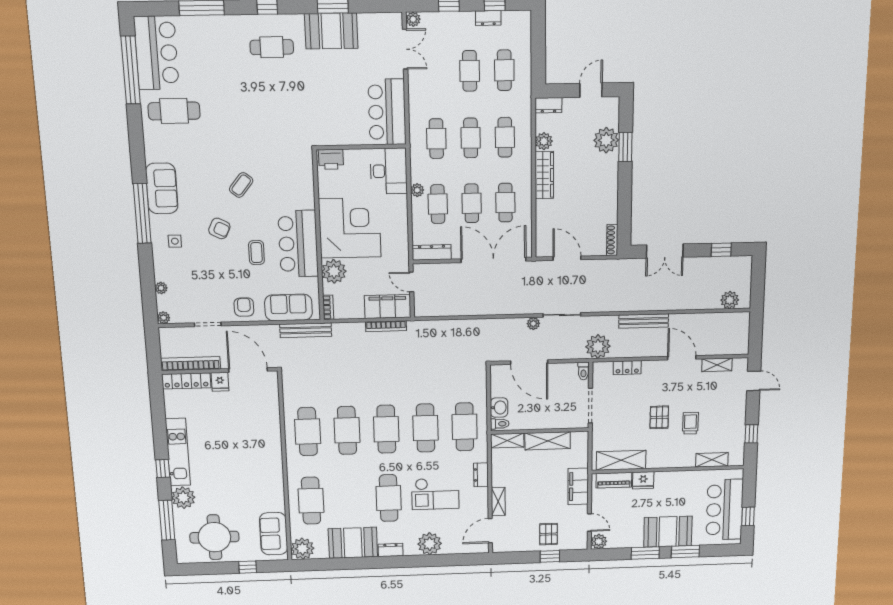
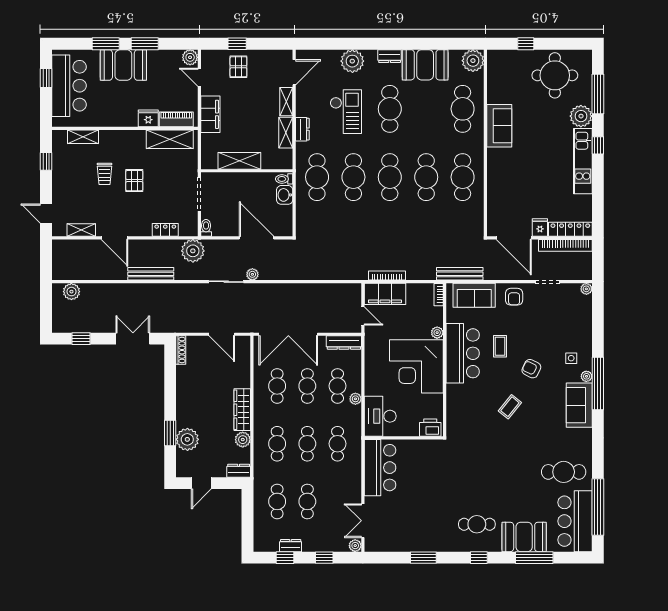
booth: (331, 31) -> (524, 537), moved
plant: (334, 271) -> (437, 333), width x0.53, depth x0.53
plant: (161, 288) -> (586, 376), moved
shelving: (507, 441) -> (286, 133), moved, turned 90
checkout: (435, 494) -> (346, 112), turned 90
sofa: (274, 534) -> (499, 126), moved

